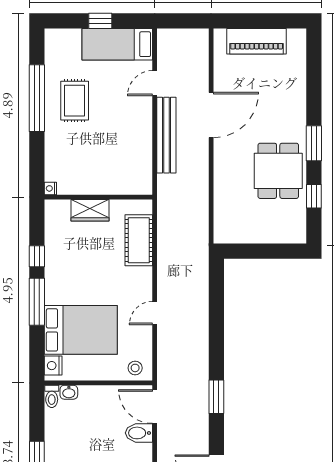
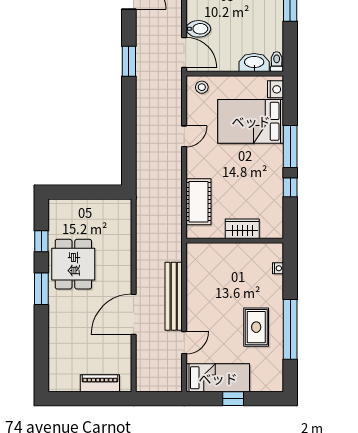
piano: (257, 41) -> (100, 383), width x0.73, depth x0.75
nightstand: (50, 188) -> (278, 268), moved
washbasin: (69, 392) -> (254, 63), width x1.91, depth x1.45

